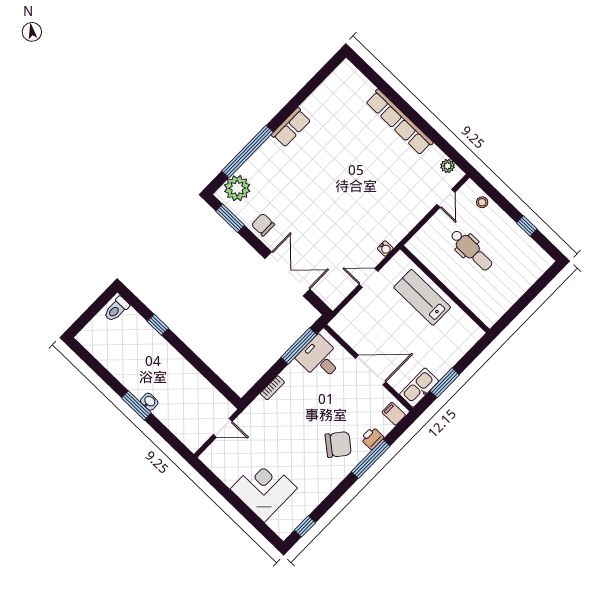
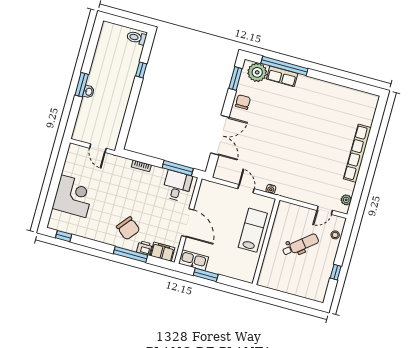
row of seats: (291, 127) -> (282, 76), moved
dental chair: (471, 250) -> (300, 245), turned -129
filing cabinet: (394, 414) -> (162, 252), width x2.00

